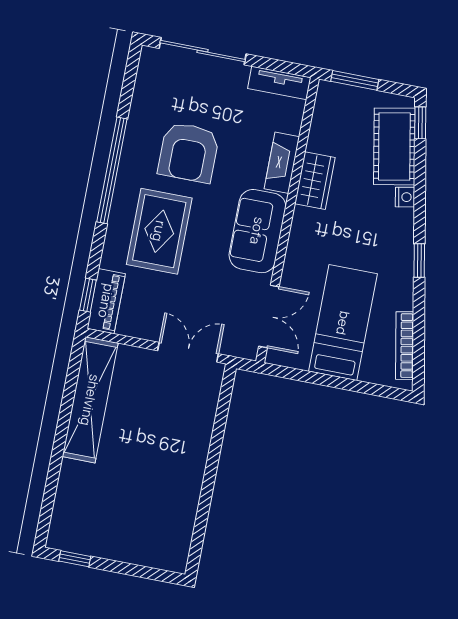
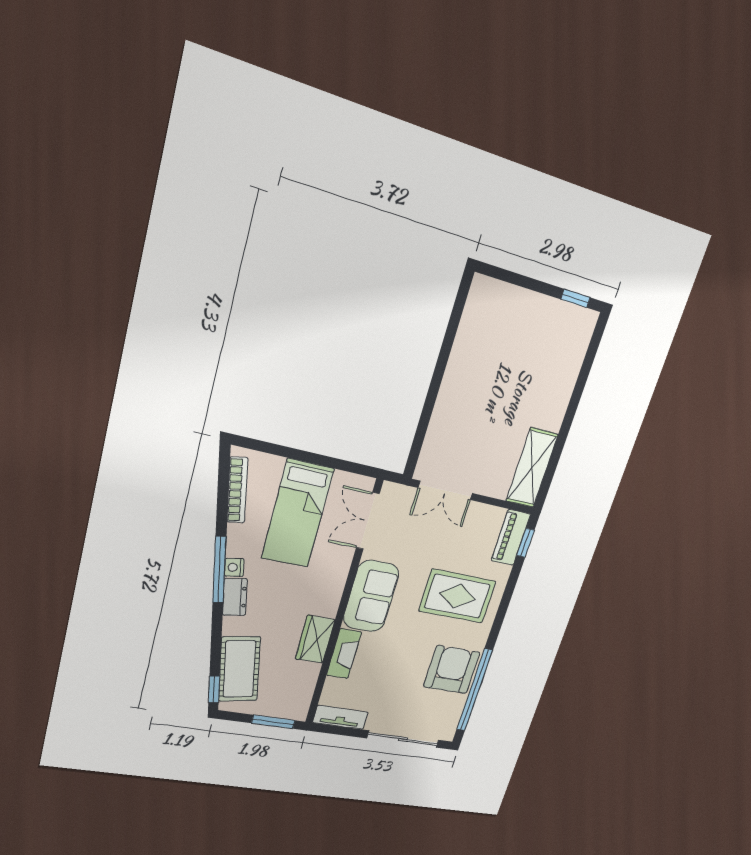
armchair: (189, 152) -> (452, 670), moved
window: (112, 170) -> (475, 690), moved
nightstand: (405, 197) -> (234, 567), moved
dresser: (402, 230) -> (235, 597), added
rug: (159, 231) -> (457, 596), turned 90
window: (419, 260) -> (219, 570), width x2.17
shelving: (90, 400) -> (532, 468), width x0.68

